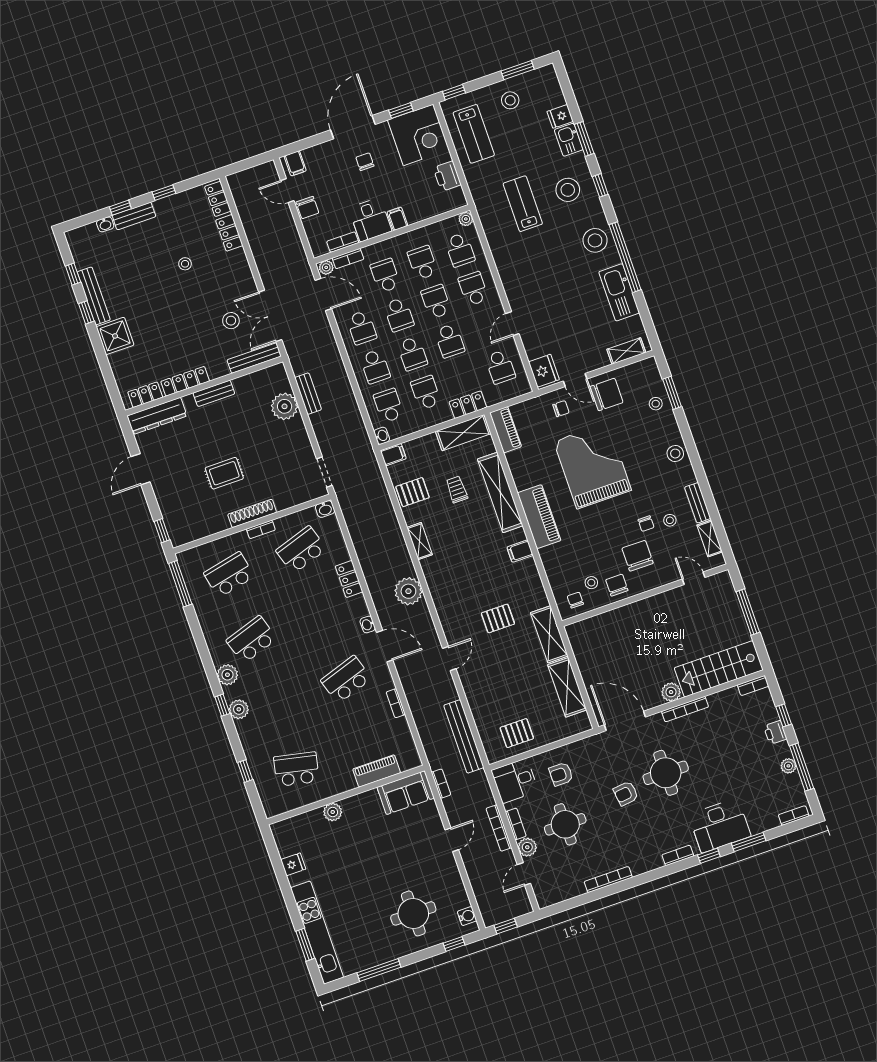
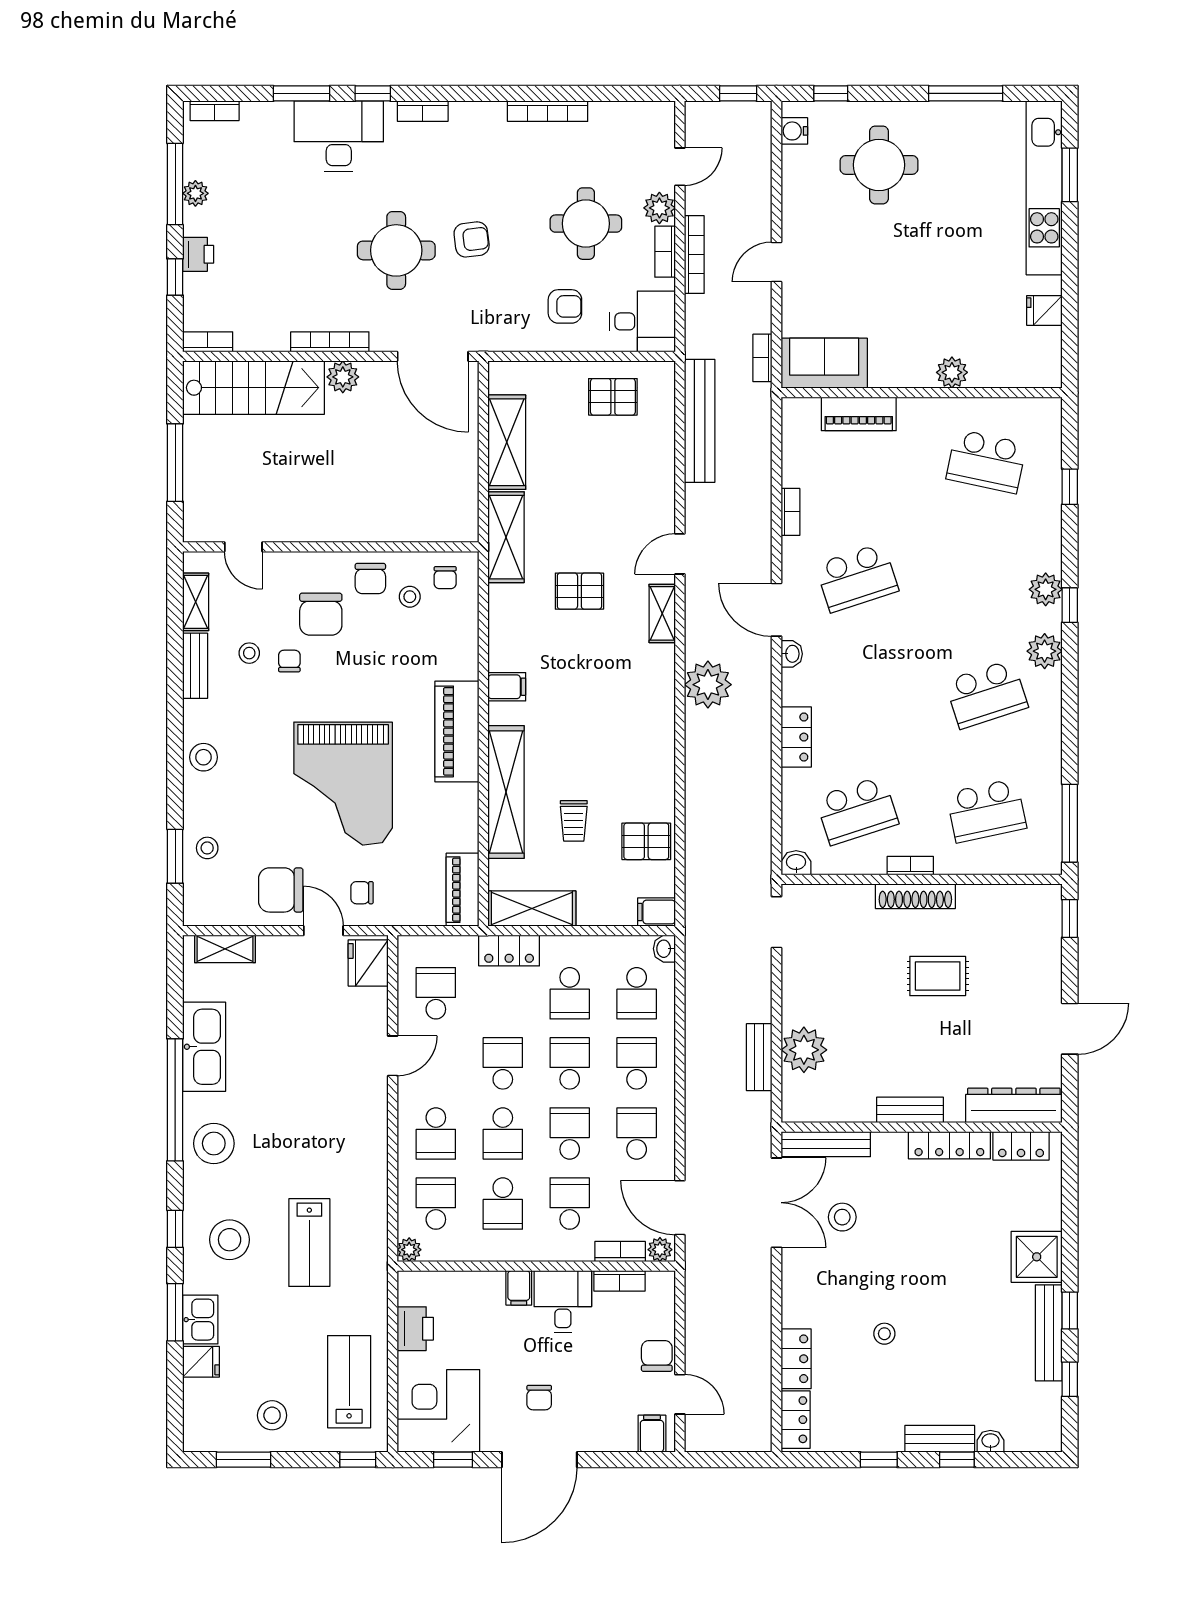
school desk: (385, 276) -> (570, 1204), turned 180
shelving: (420, 541) -> (662, 613), moved

